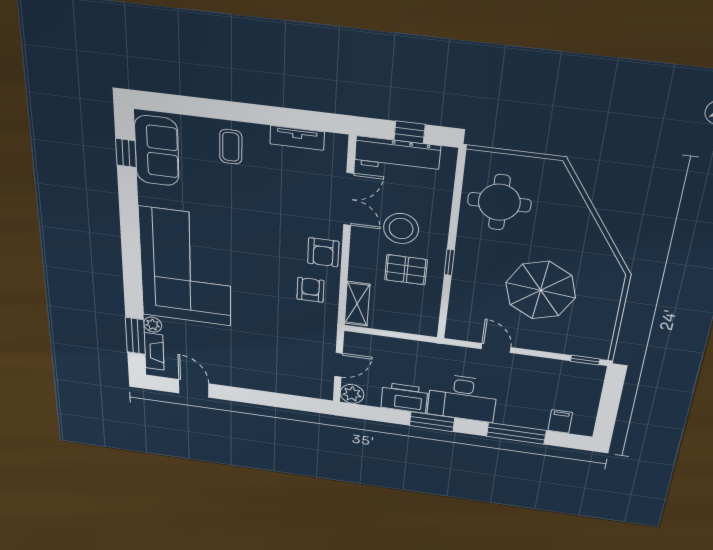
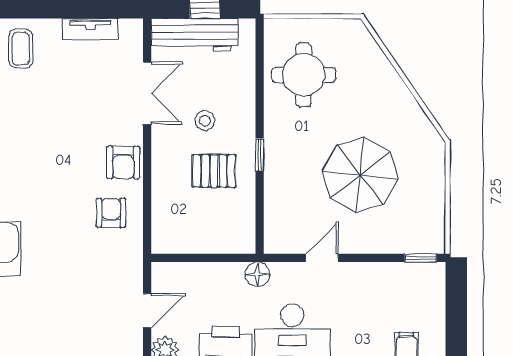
stool: (401, 229) -> (205, 121), width x0.53, depth x0.53
shelving: (357, 304) -> (164, 223), removed
door: (496, 348) -> (322, 258), hinge flipped
floor lamp: (437, 352) -> (257, 274), added

